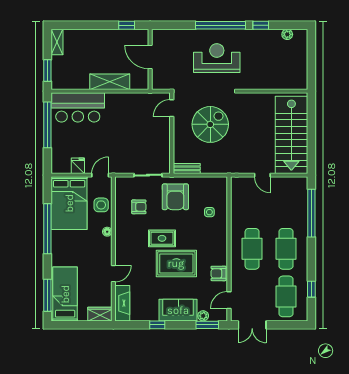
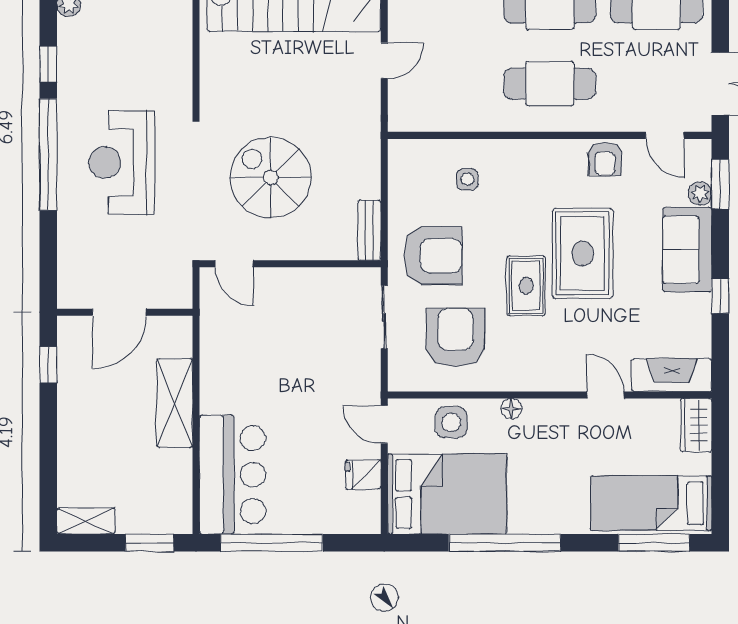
armchair: (139, 207) -> (455, 338), width x1.88, depth x1.88

